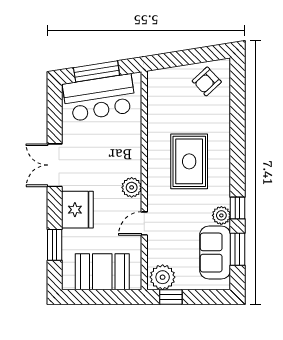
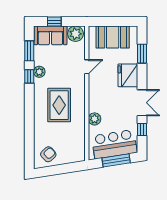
window: (55, 122) -> (142, 130), added
plant: (132, 187) -> (95, 119), moved
sofa: (215, 253) -> (50, 35), moved, turned 90
window: (171, 297) -> (54, 22), moved

